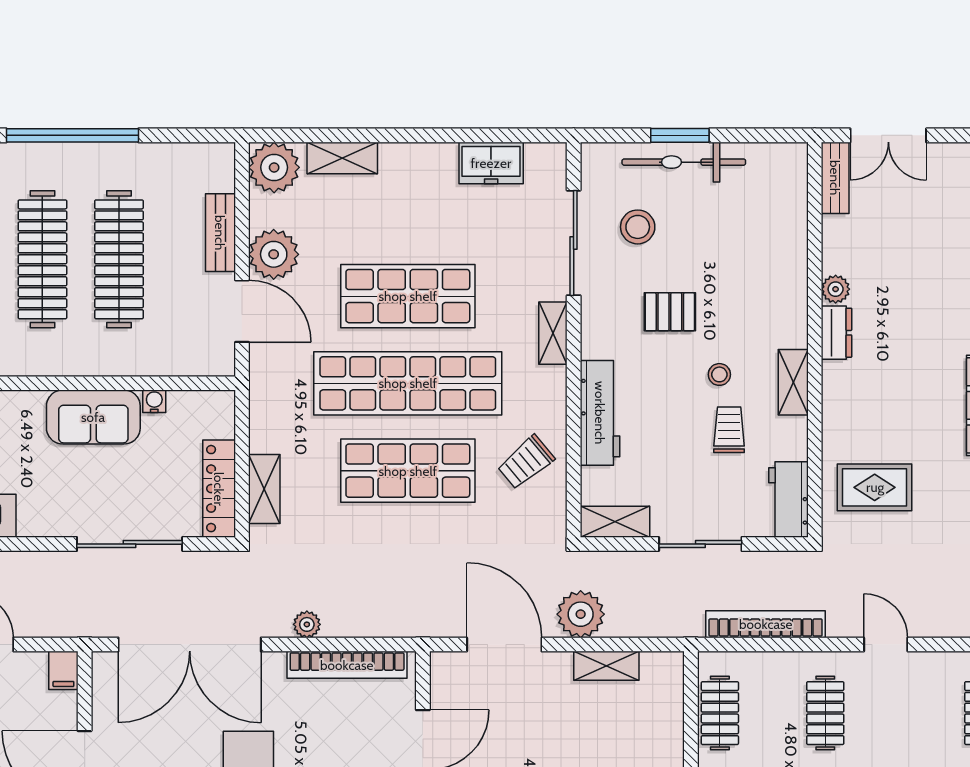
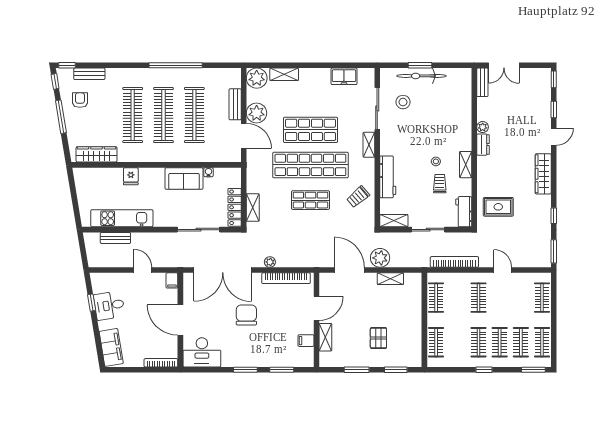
pallet: (670, 312) -> (416, 136), removed
shop shelf: (408, 471) -> (310, 200), width x0.70, depth x0.74

